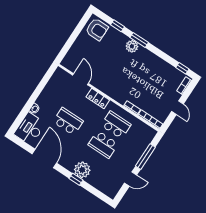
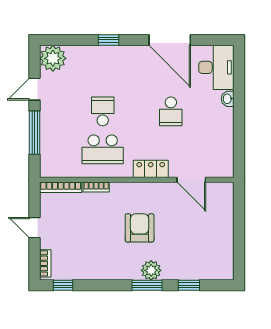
armchair: (97, 29) -> (140, 228), moved, turned 90
school desk: (68, 121) -> (171, 111), width x0.54
school desk: (103, 144) -> (103, 111), width x0.54
plant: (82, 170) -> (53, 58), moved

